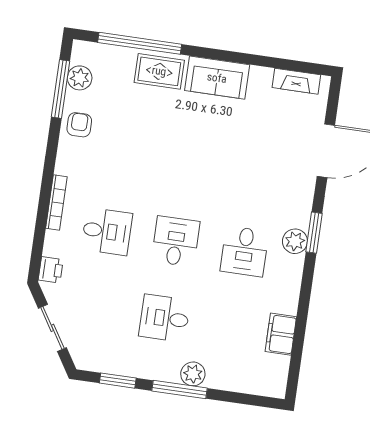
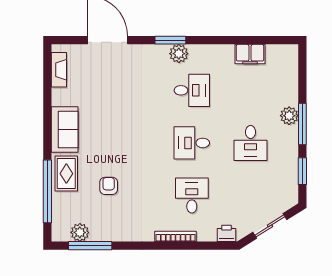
armchair: (79, 125) -> (109, 186), moved, turned 90

